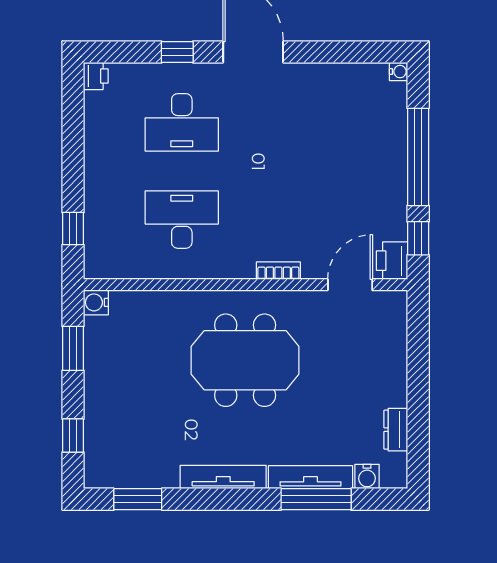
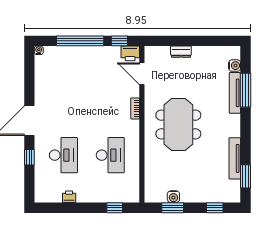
printer: (96, 76) -> (69, 197), moved
desk: (182, 220) -> (110, 155), turned 180
water cooler: (96, 302) -> (173, 197), moved
dresser: (396, 430) -> (181, 52), moved
tv unit: (223, 477) -> (235, 158), moved

